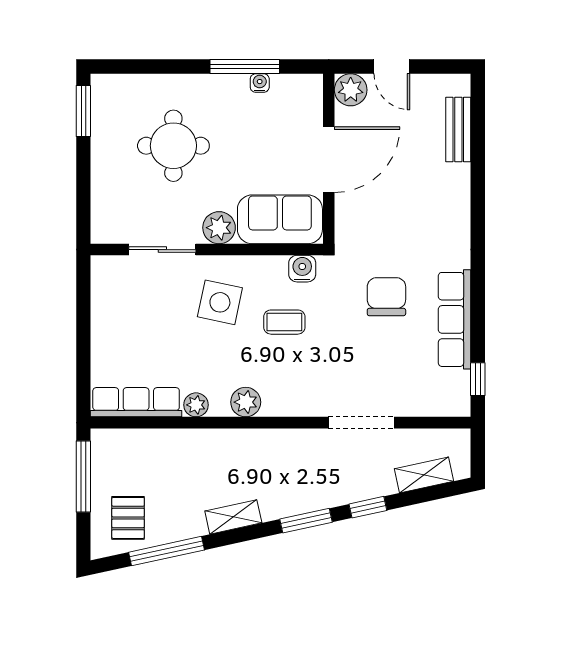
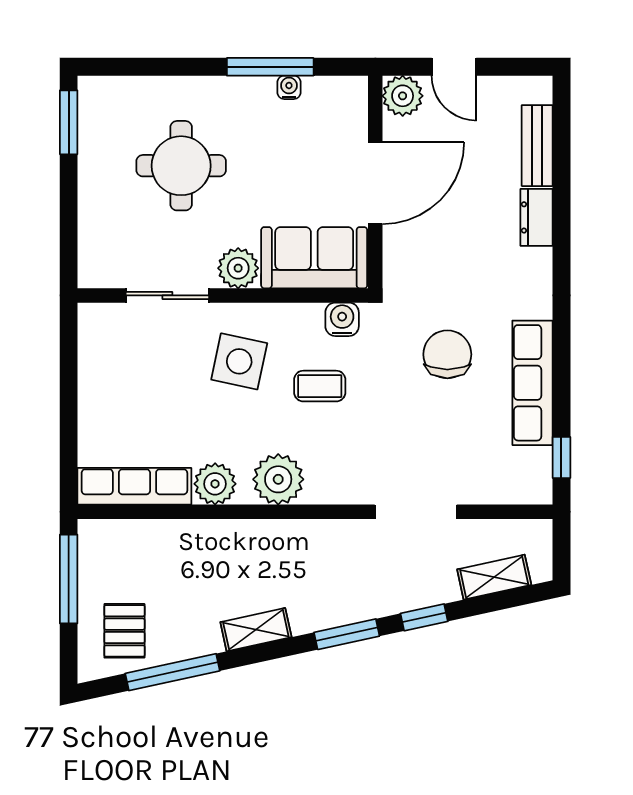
dresser: (458, 187) -> (536, 217), added
plant: (246, 402) -> (278, 479), width x1.36, depth x1.36
plant: (196, 405) -> (215, 484), width x1.38, depth x1.38

